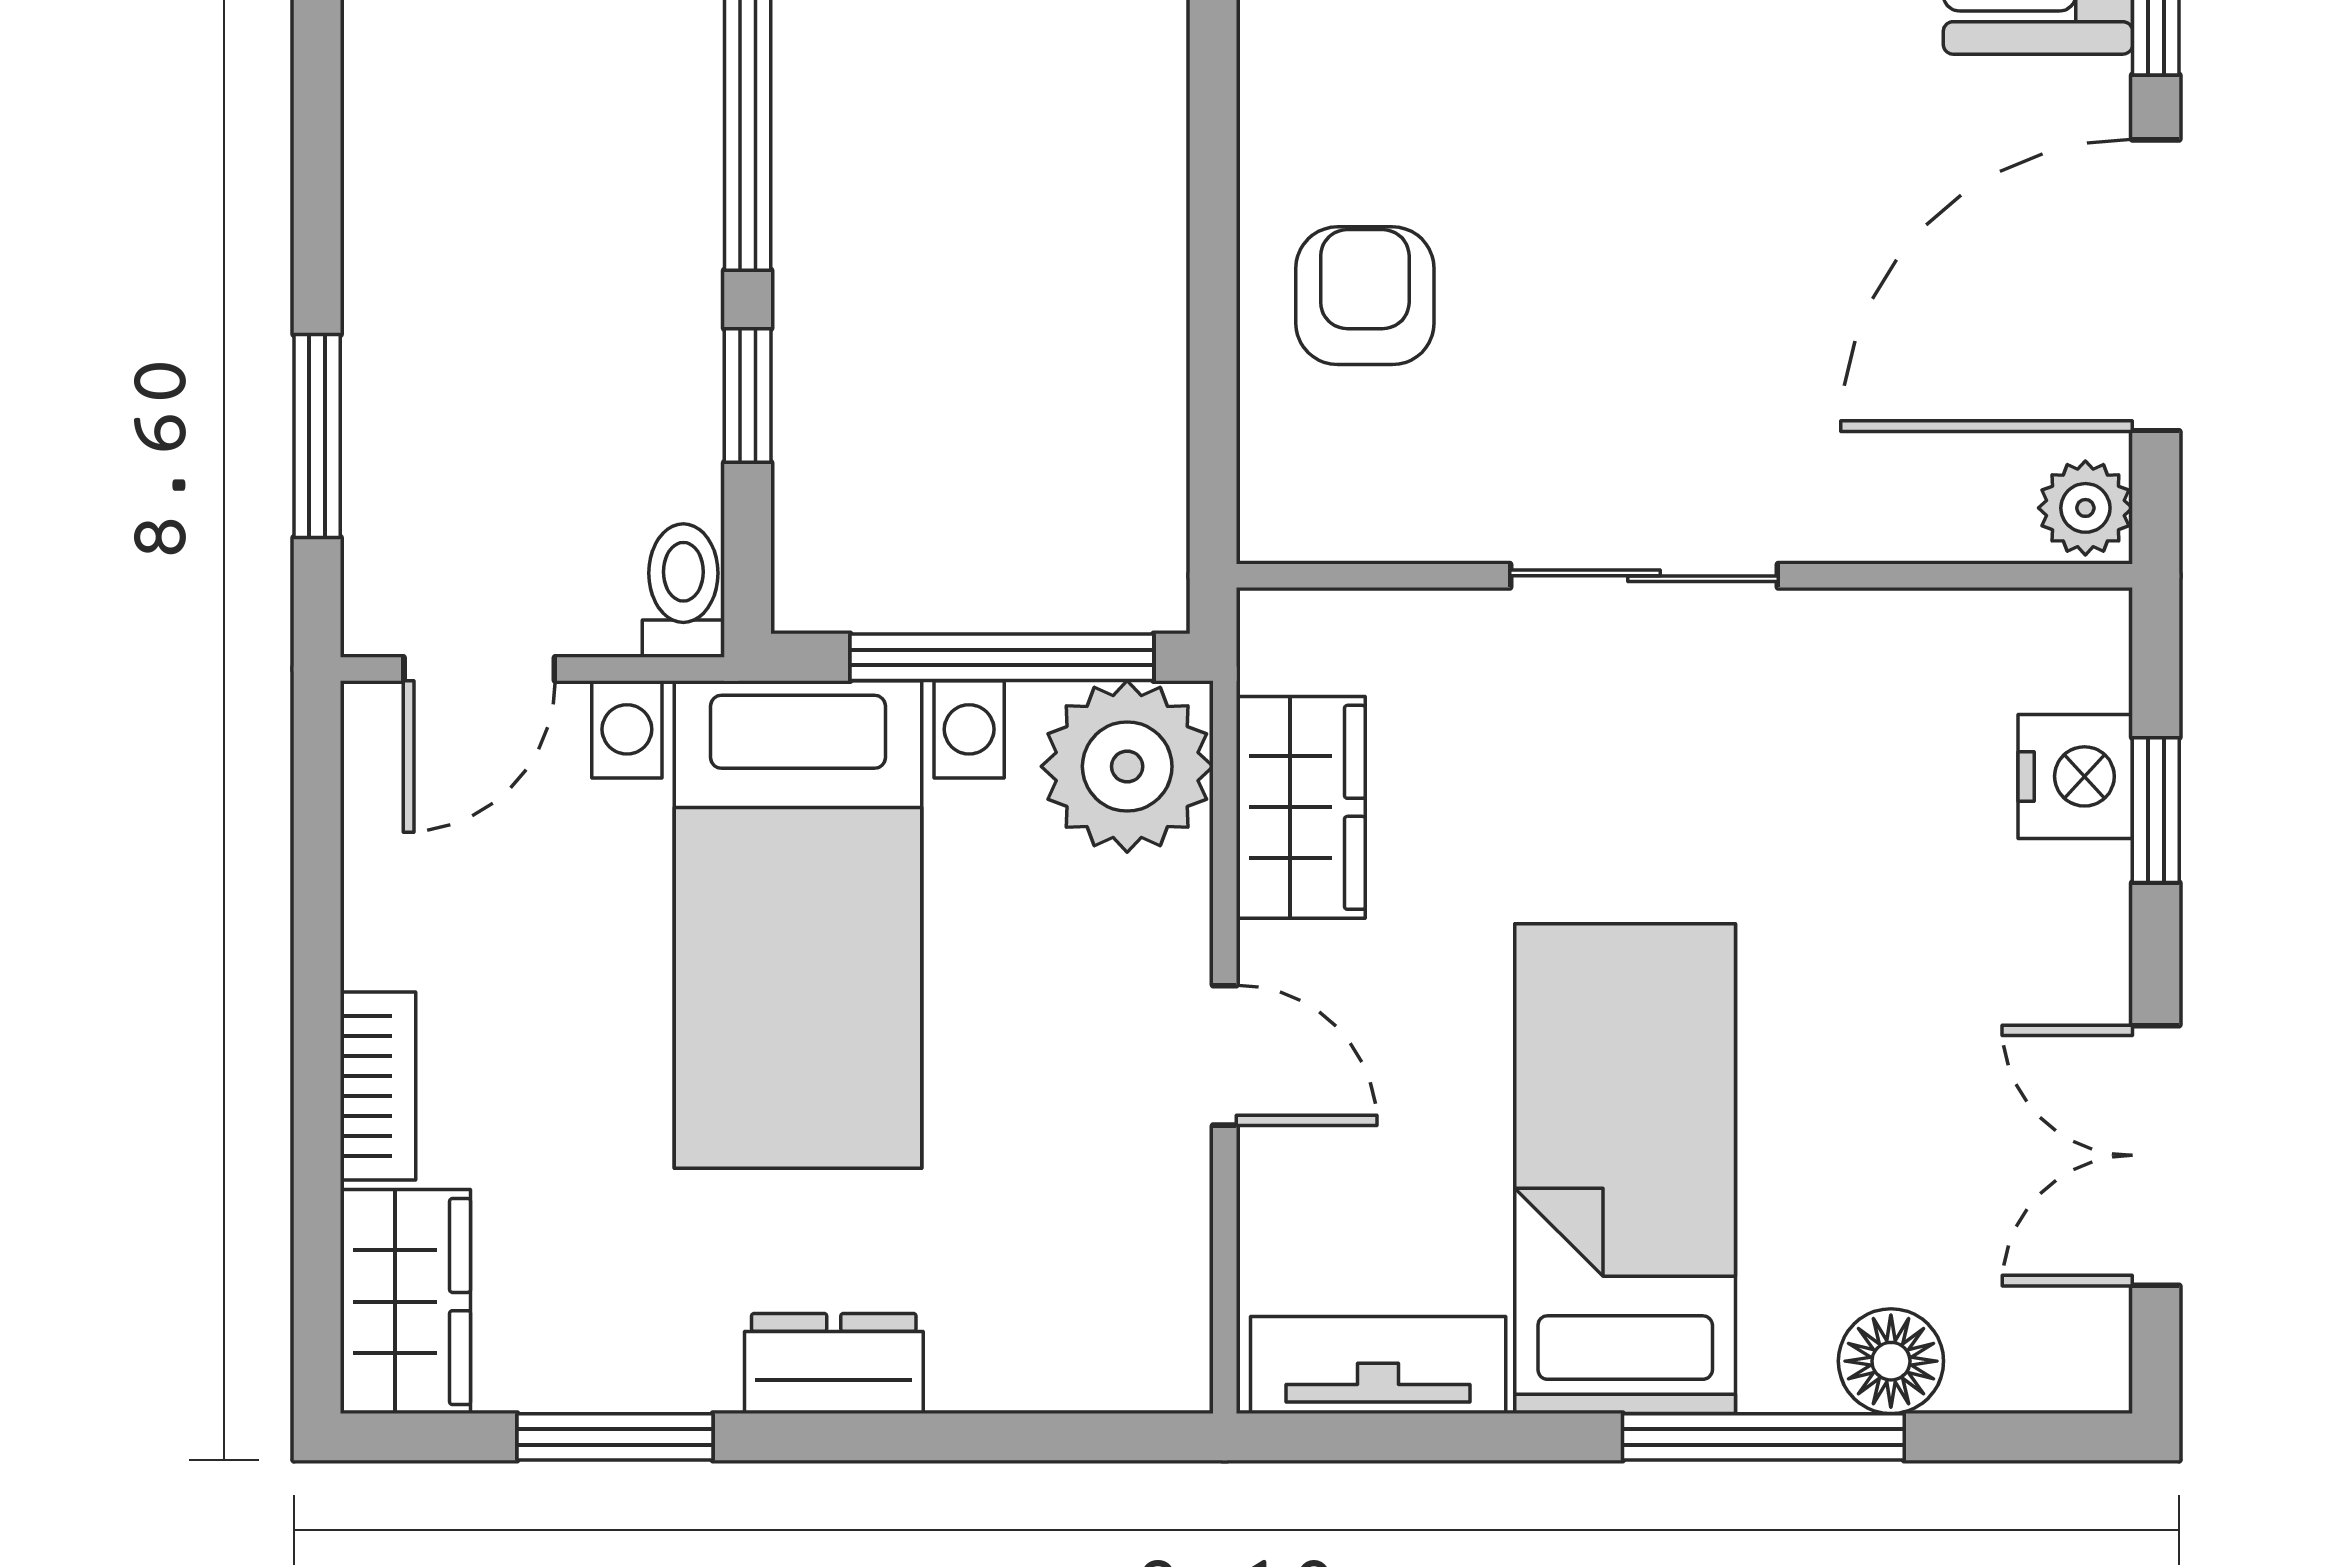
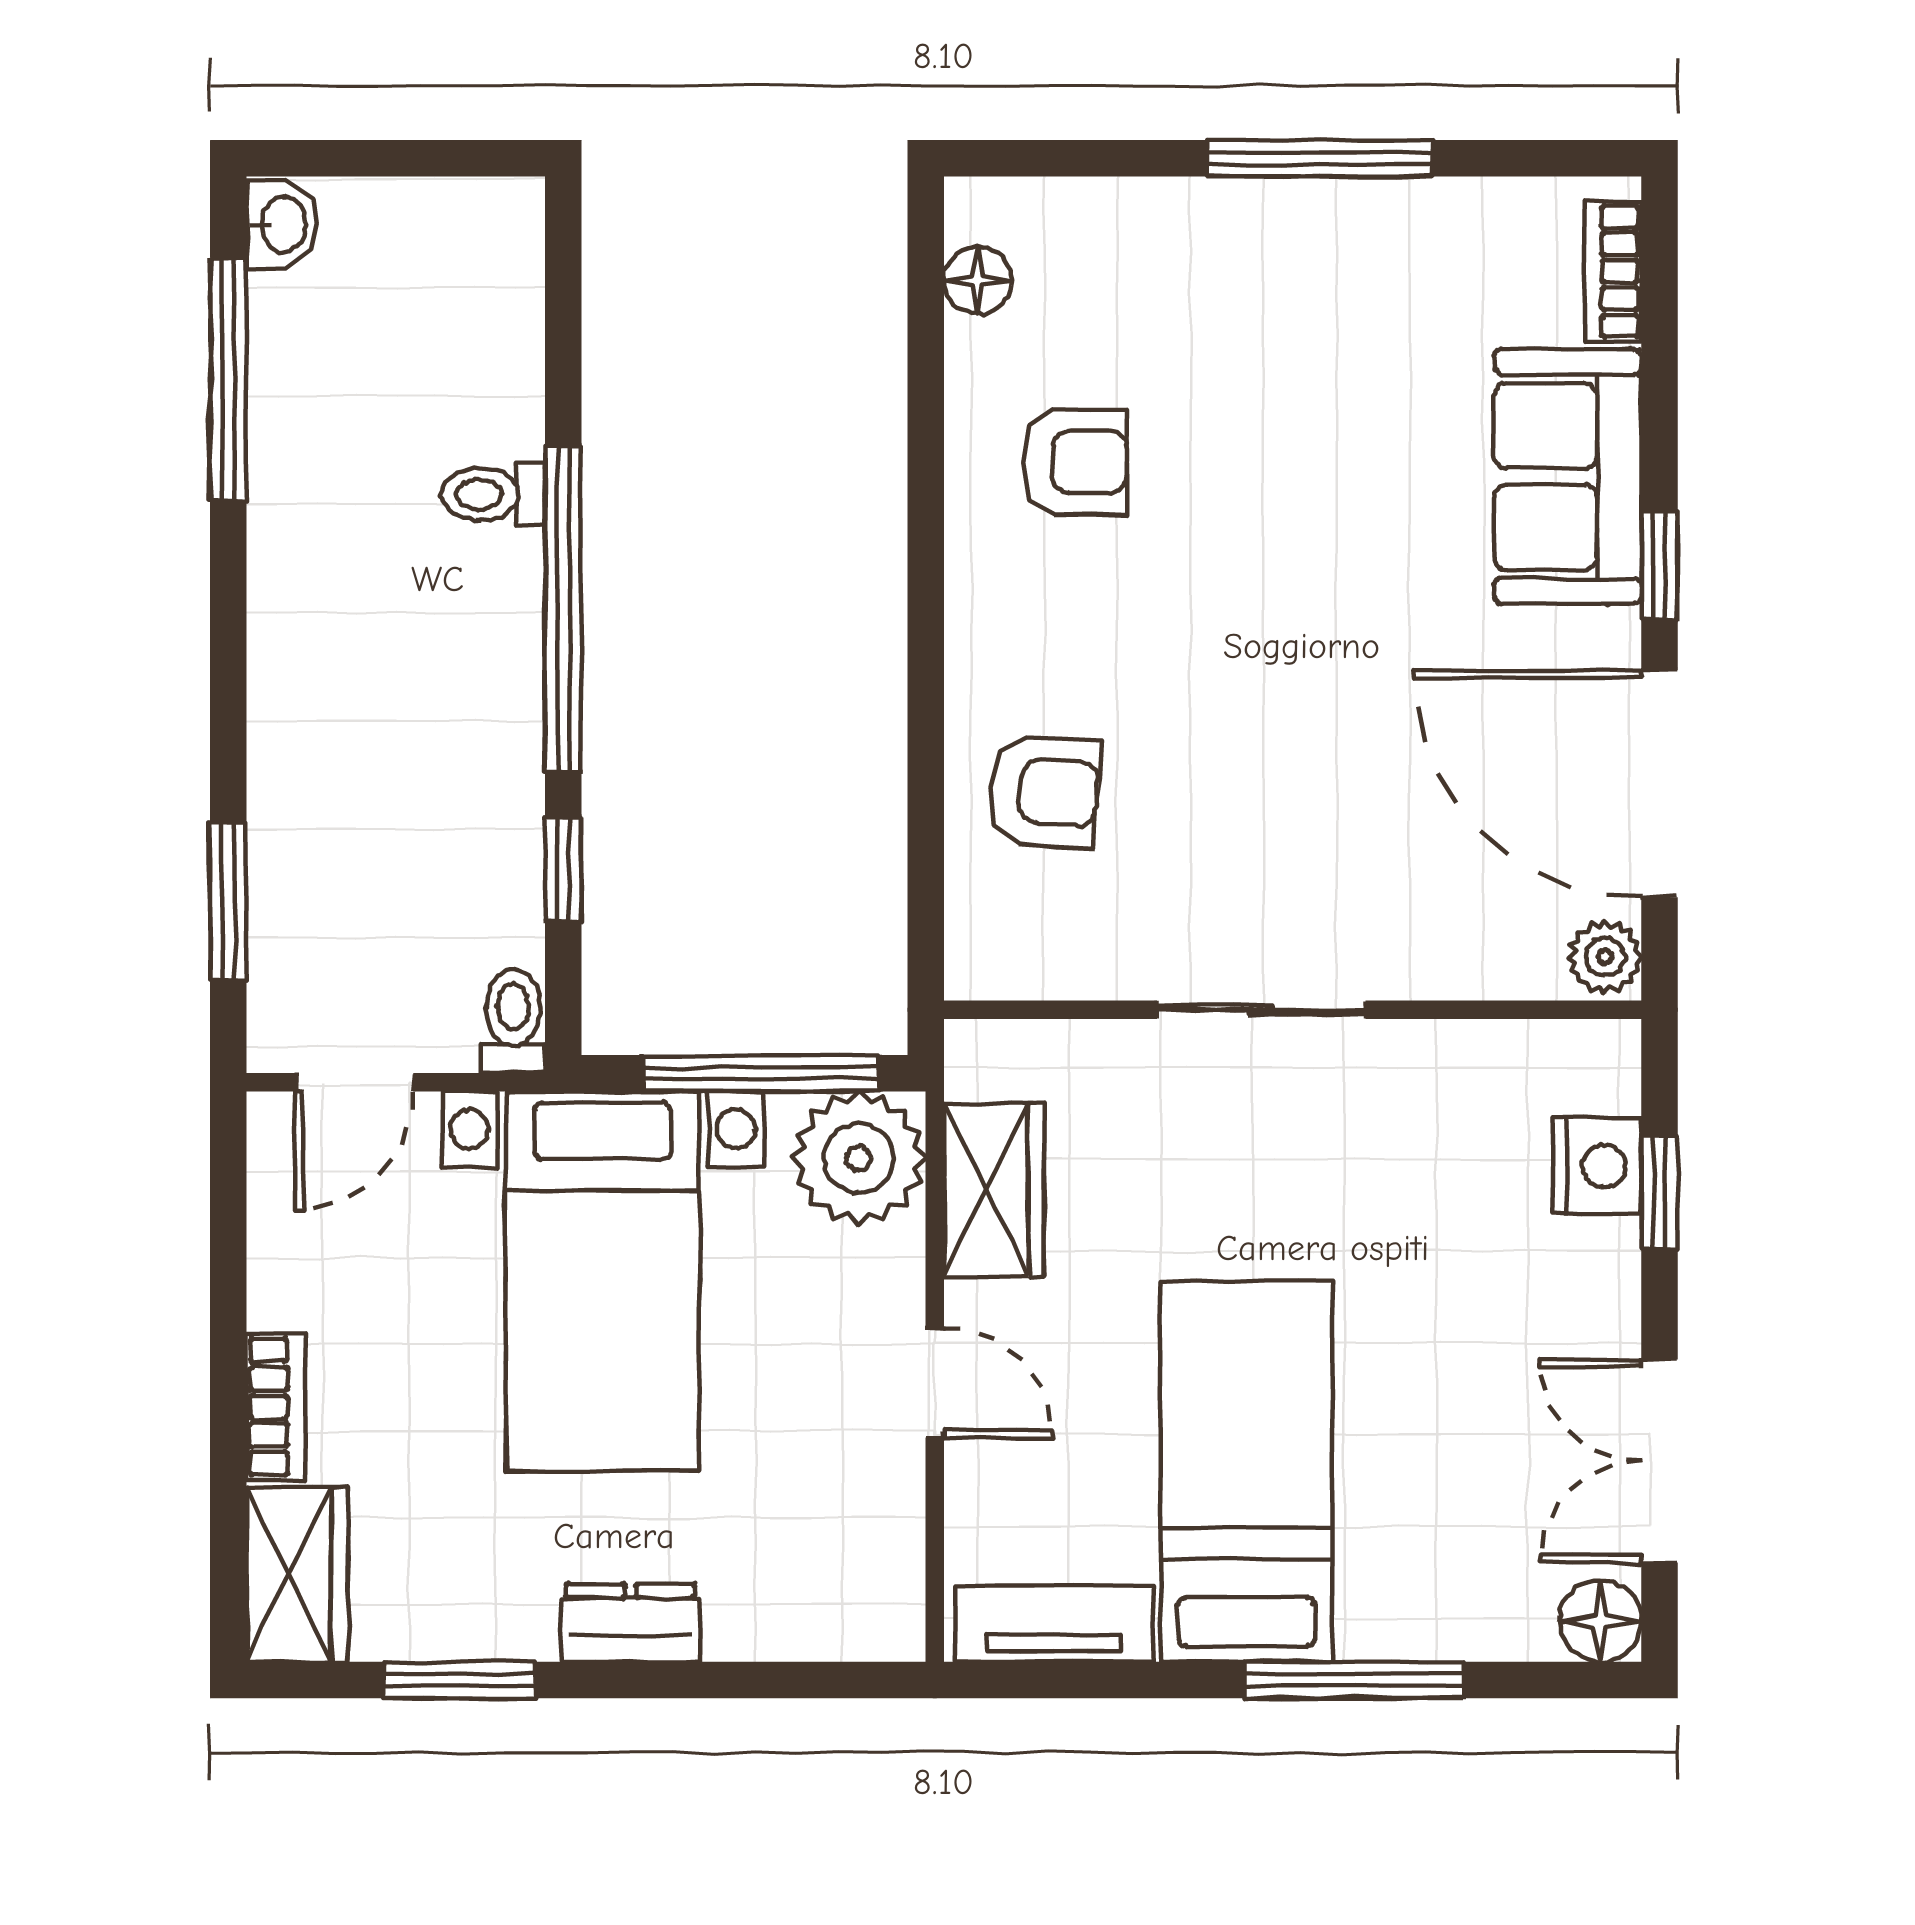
door: (2156, 285) -> (1660, 784), hinge flipped
armchair: (1365, 296) -> (1044, 792), turned 94
floor lamp: (1891, 1361) -> (1600, 1621), moved

